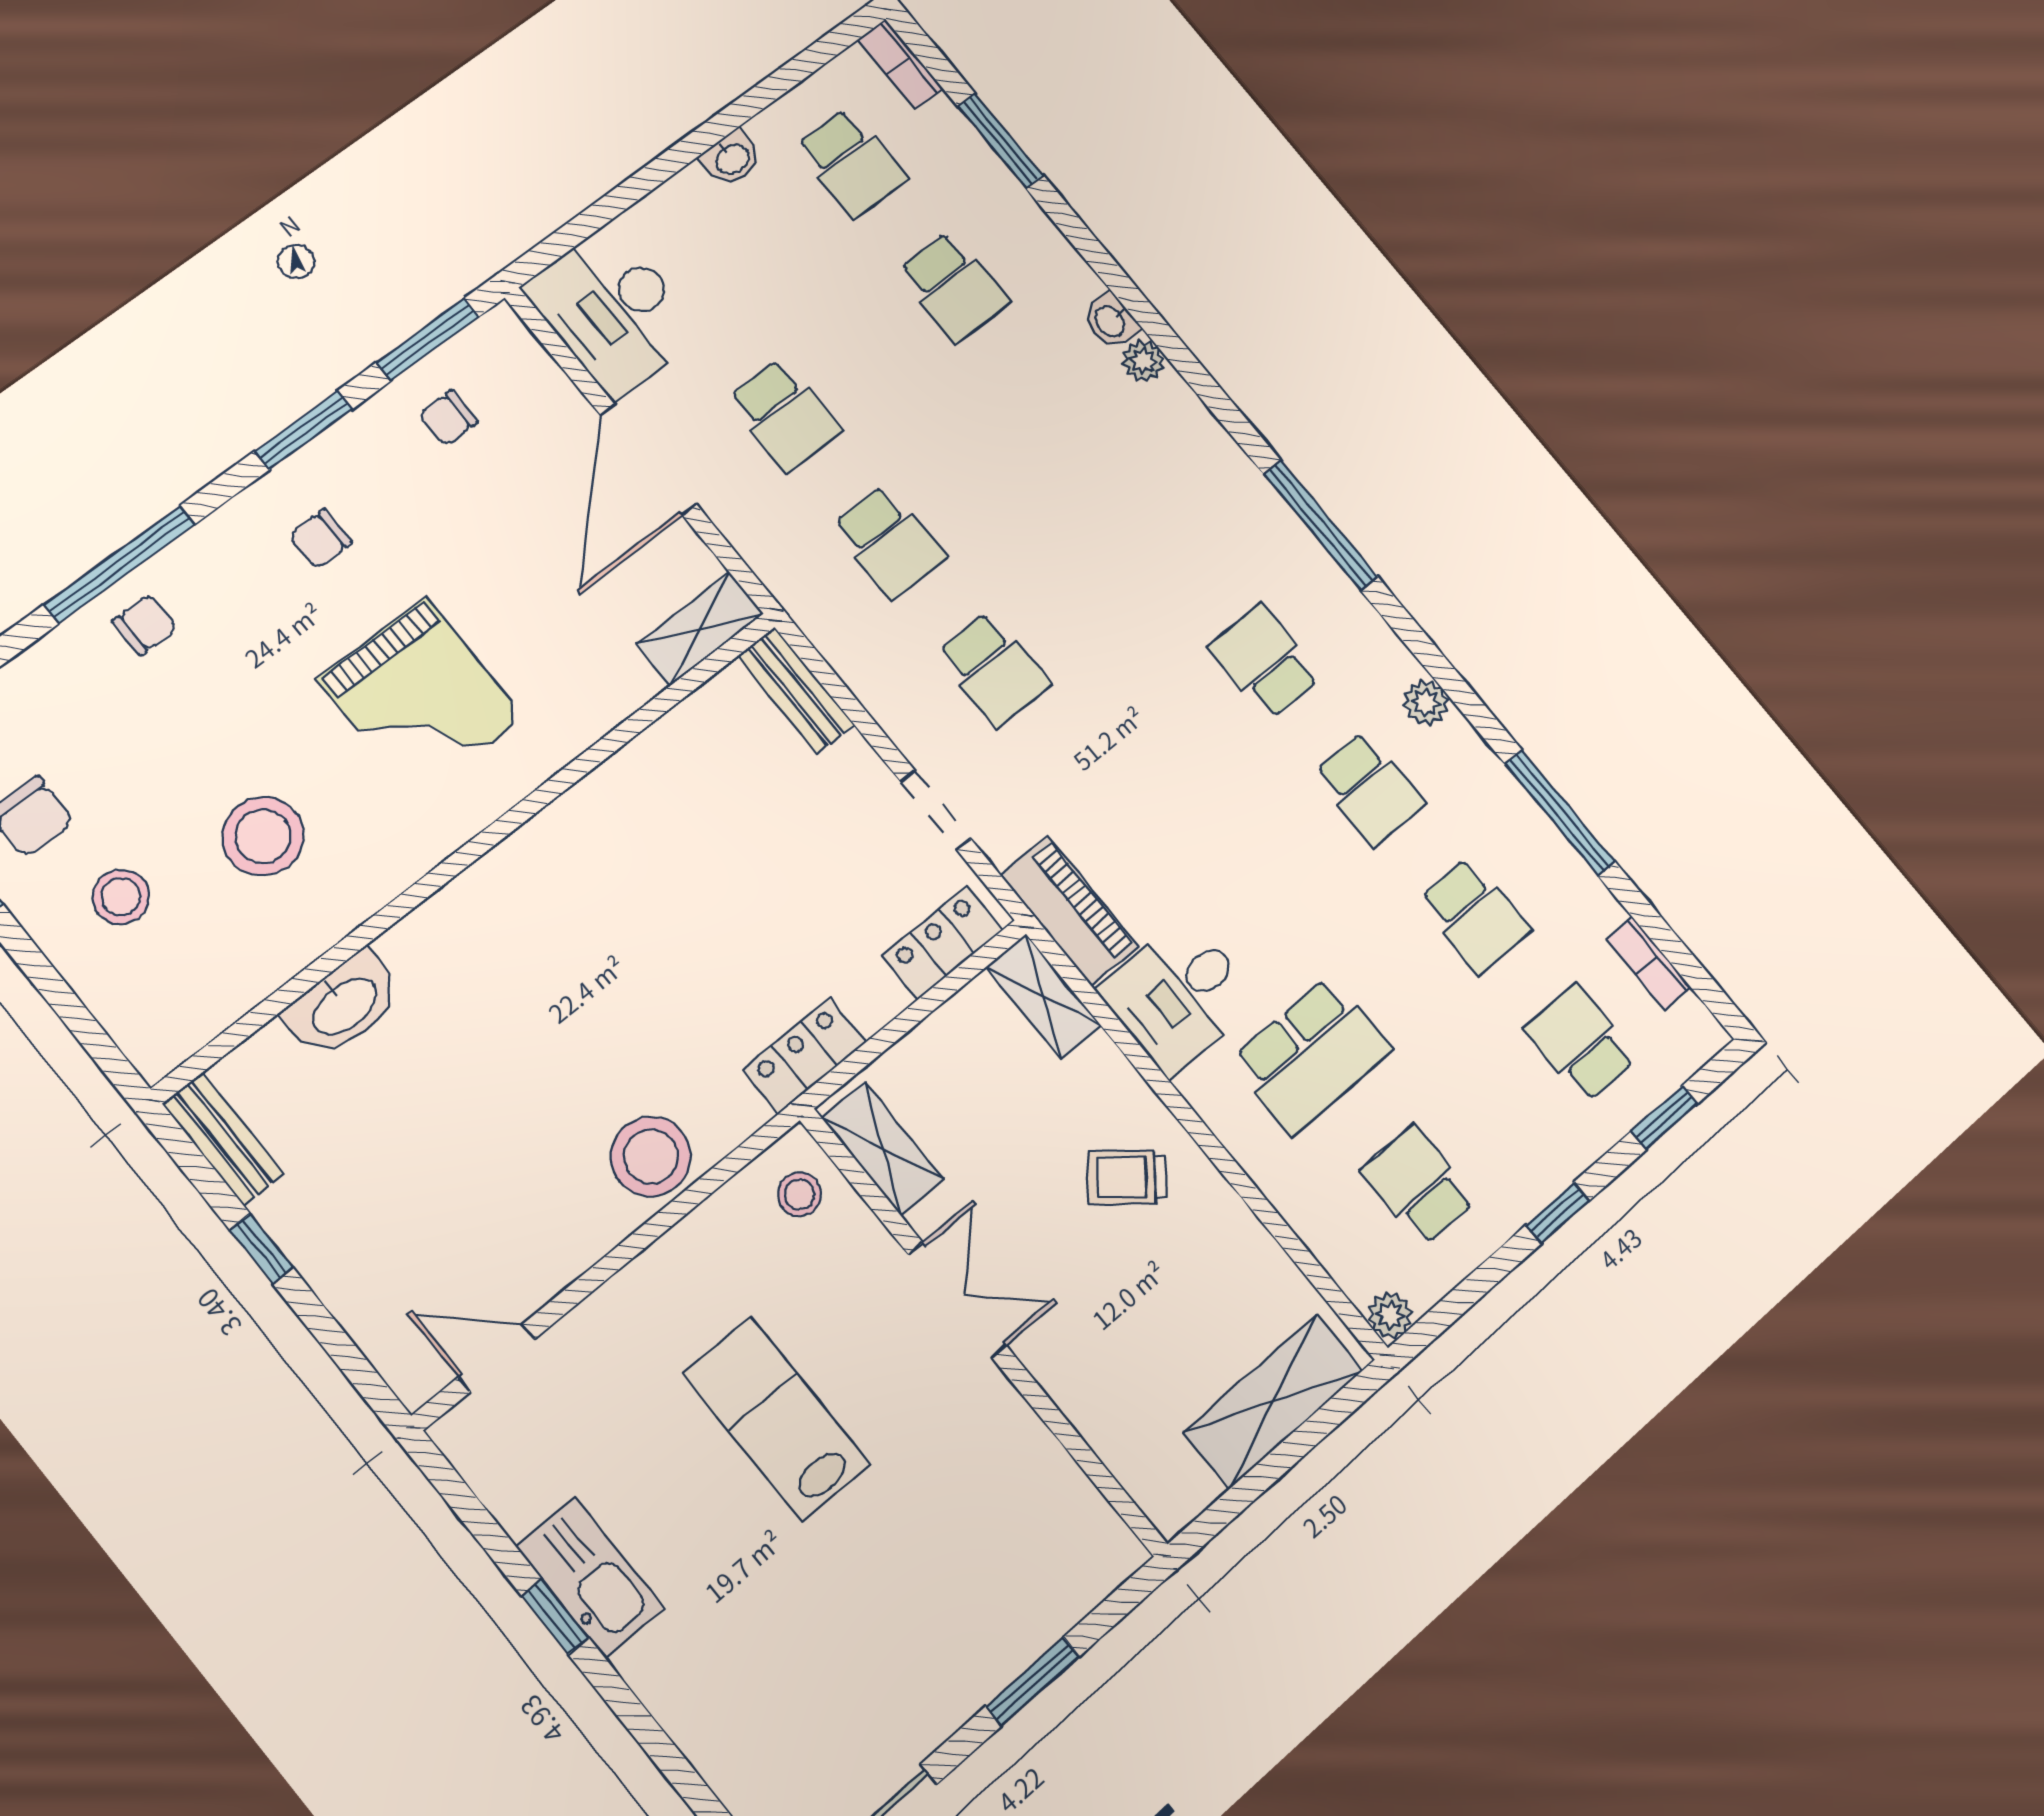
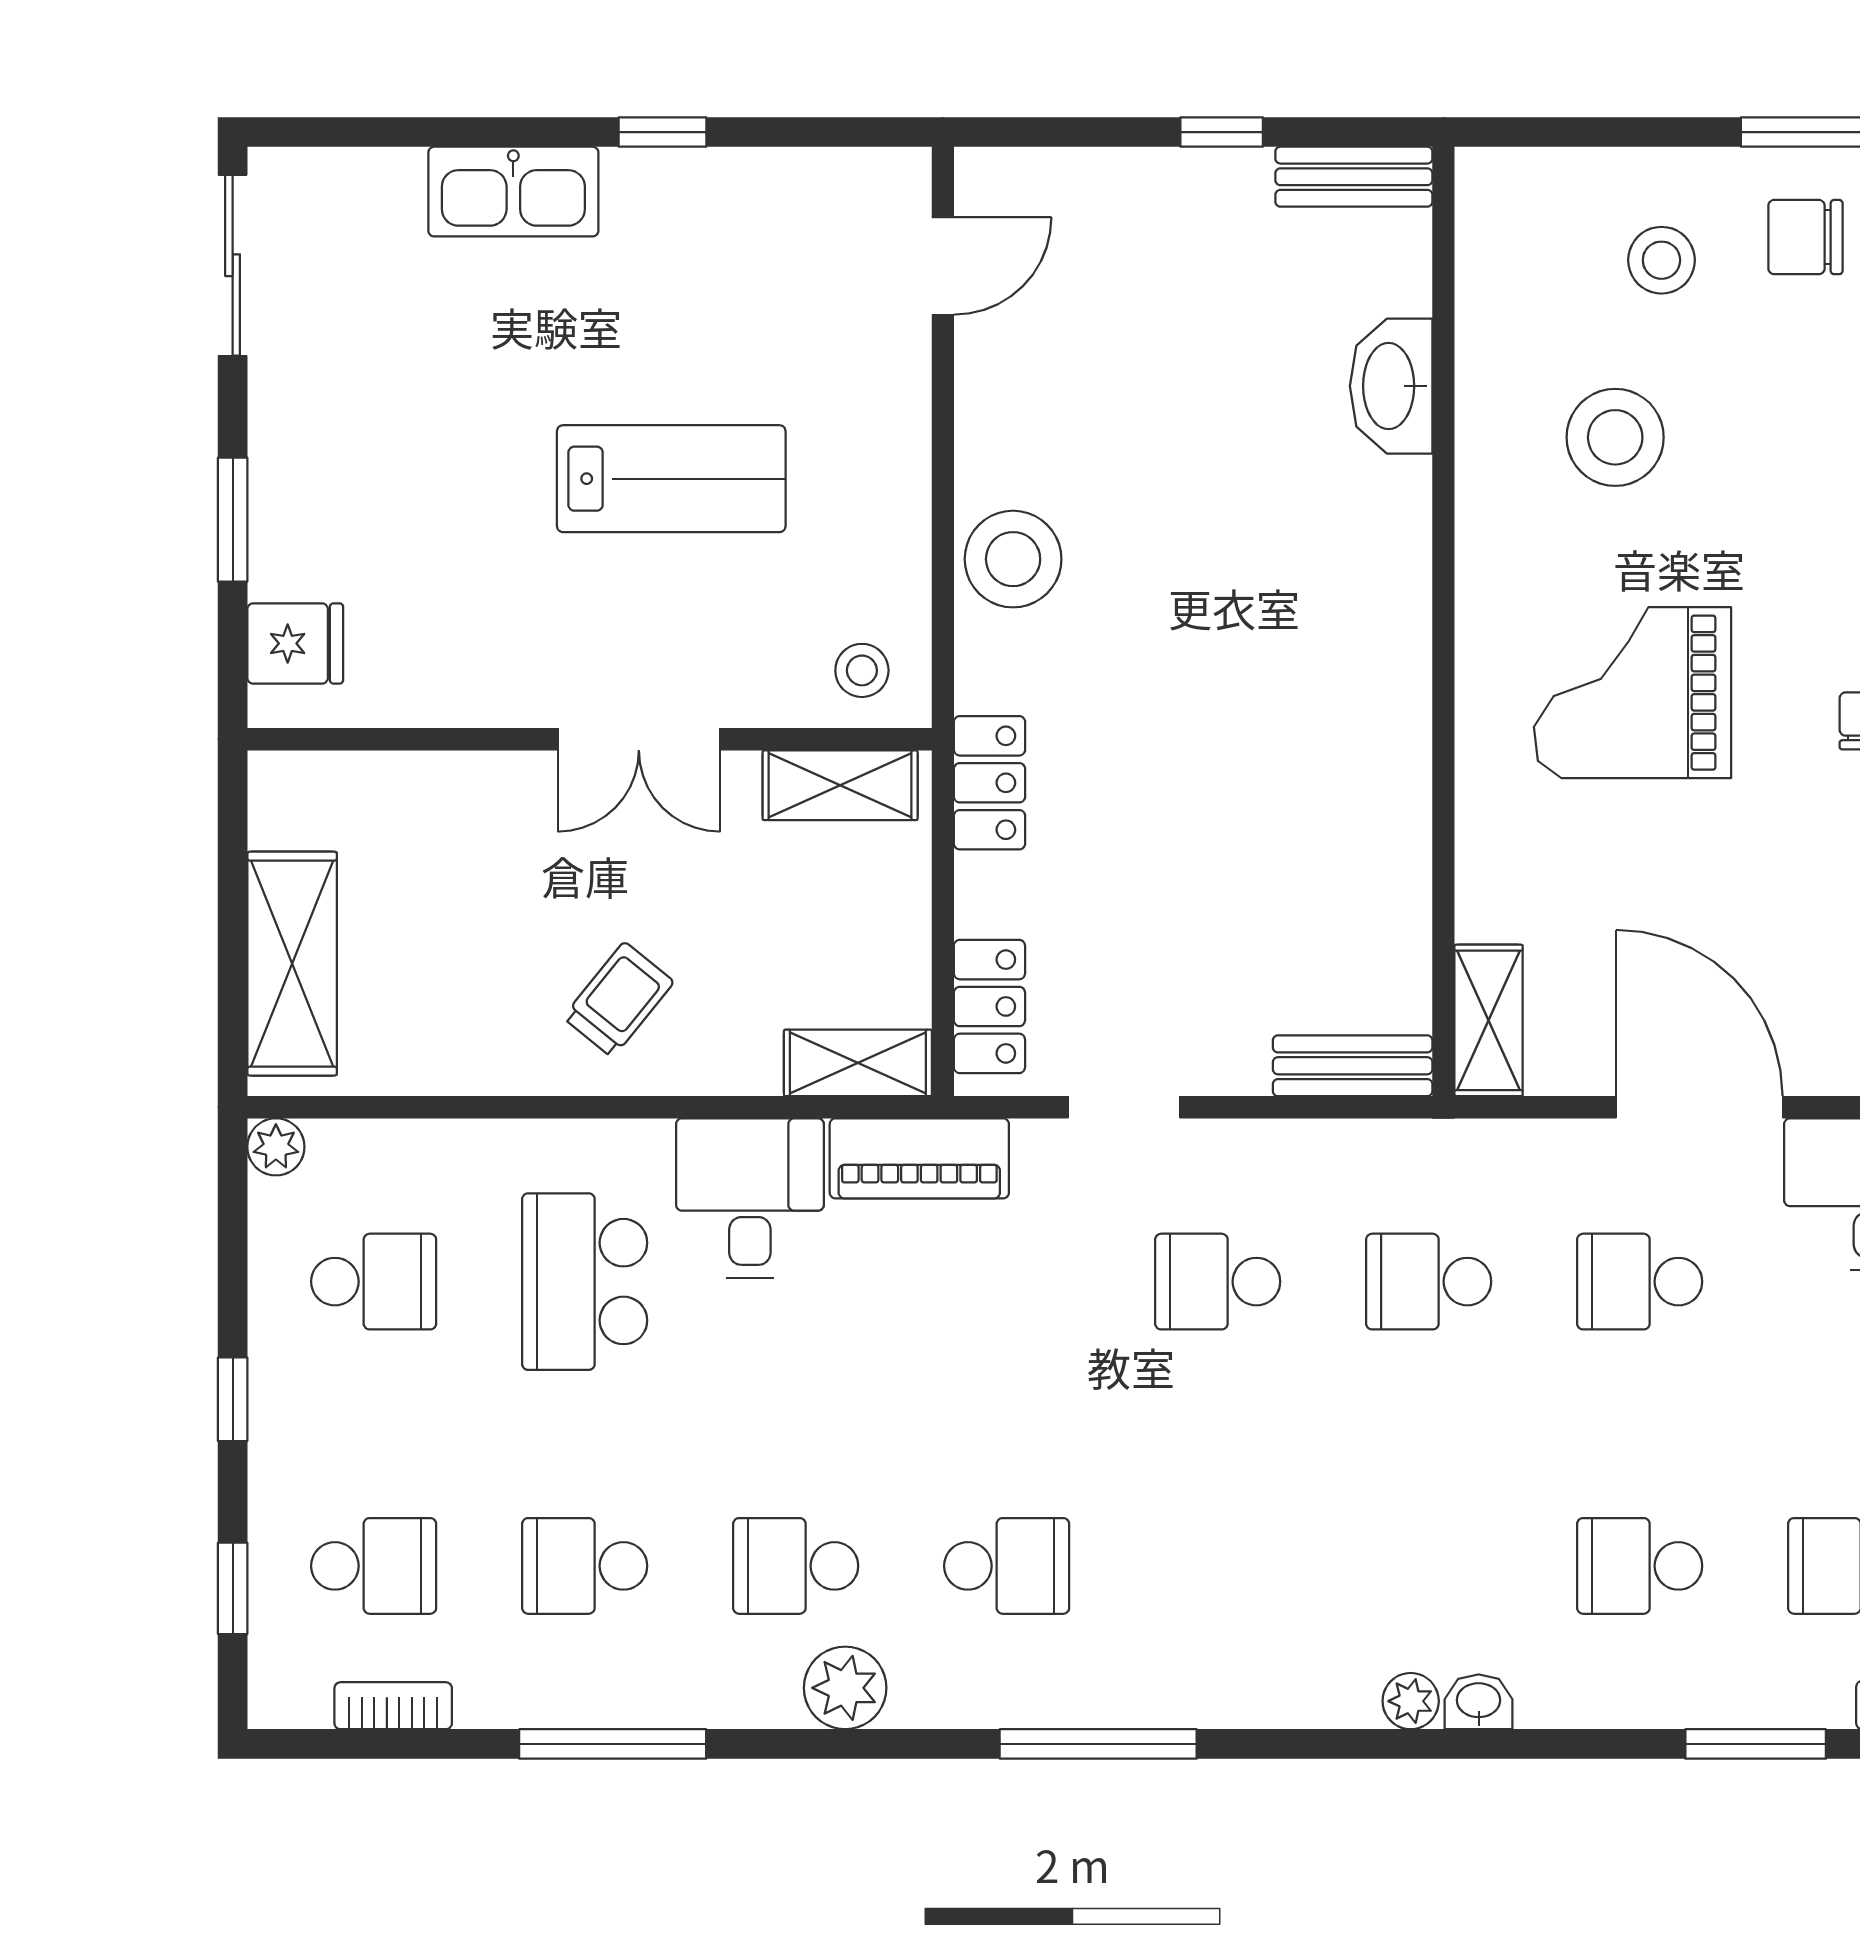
plant: (1426, 703) -> (845, 1688), width x1.38, depth x1.38
fridge: (1077, 1572) -> (295, 643), added
kitchen sink: (590, 1578) -> (513, 192), moved

